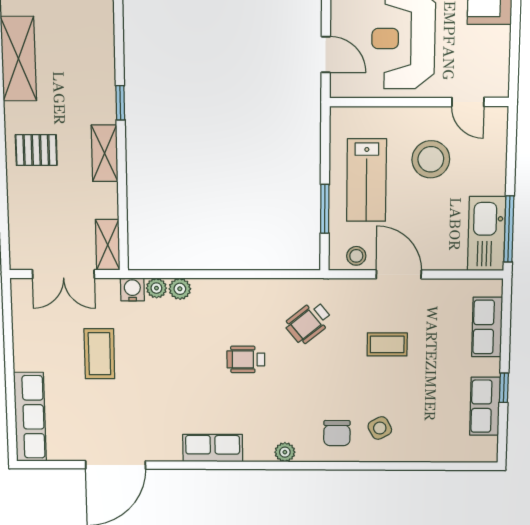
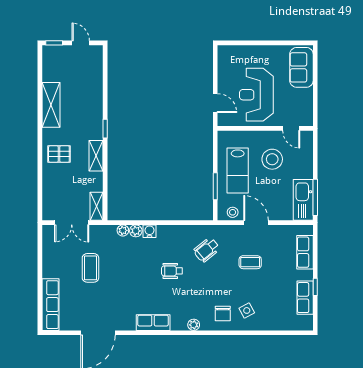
water cooler: (132, 289) -> (150, 231), moved

